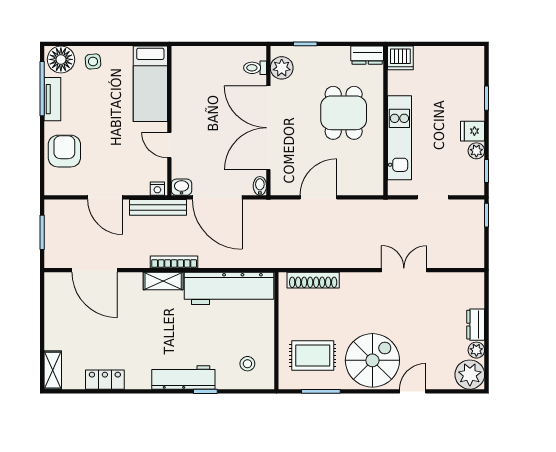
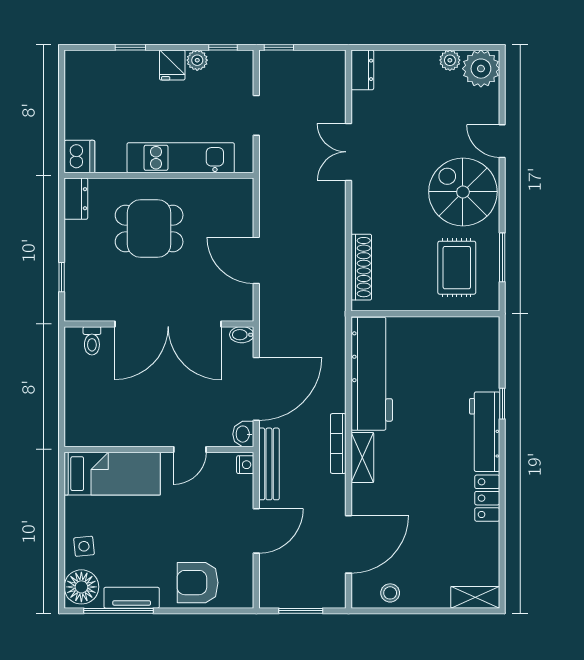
plant: (282, 68) -> (92, 307), removed
dresser: (476, 325) -> (362, 70), moved, turned -90
stool: (247, 364) -> (390, 593), moved
locker: (105, 380) -> (487, 498), moved

